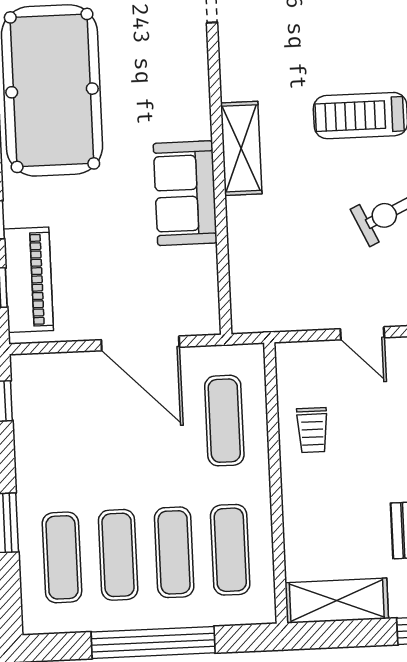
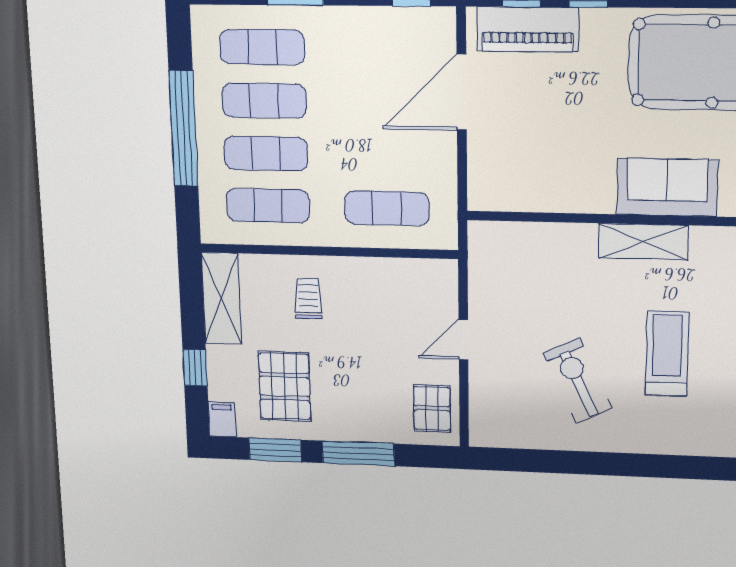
sofa: (185, 193) -> (667, 187), moved
door: (140, 343) -> (462, 92), moved
trolley: (312, 430) -> (308, 298), moved, turned 90

